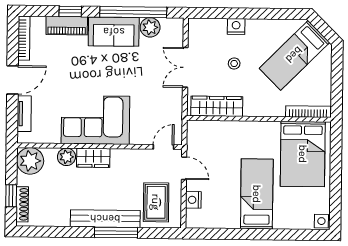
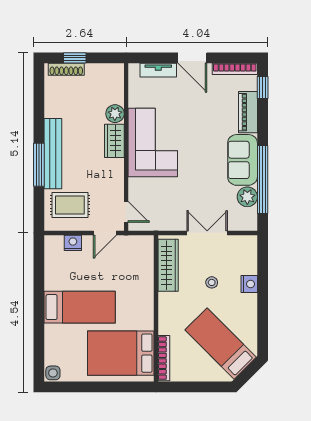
window: (70, 11) -> (263, 88), moved
plant: (30, 161) -> (110, 77), removed

